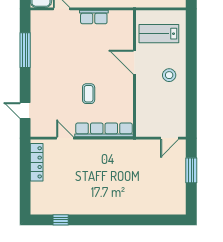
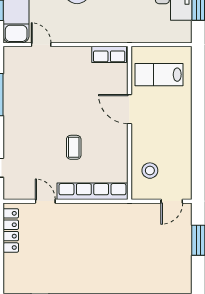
row of seats: (94, 17) -> (109, 54), moved
stool: (169, 75) -> (150, 171), moved

